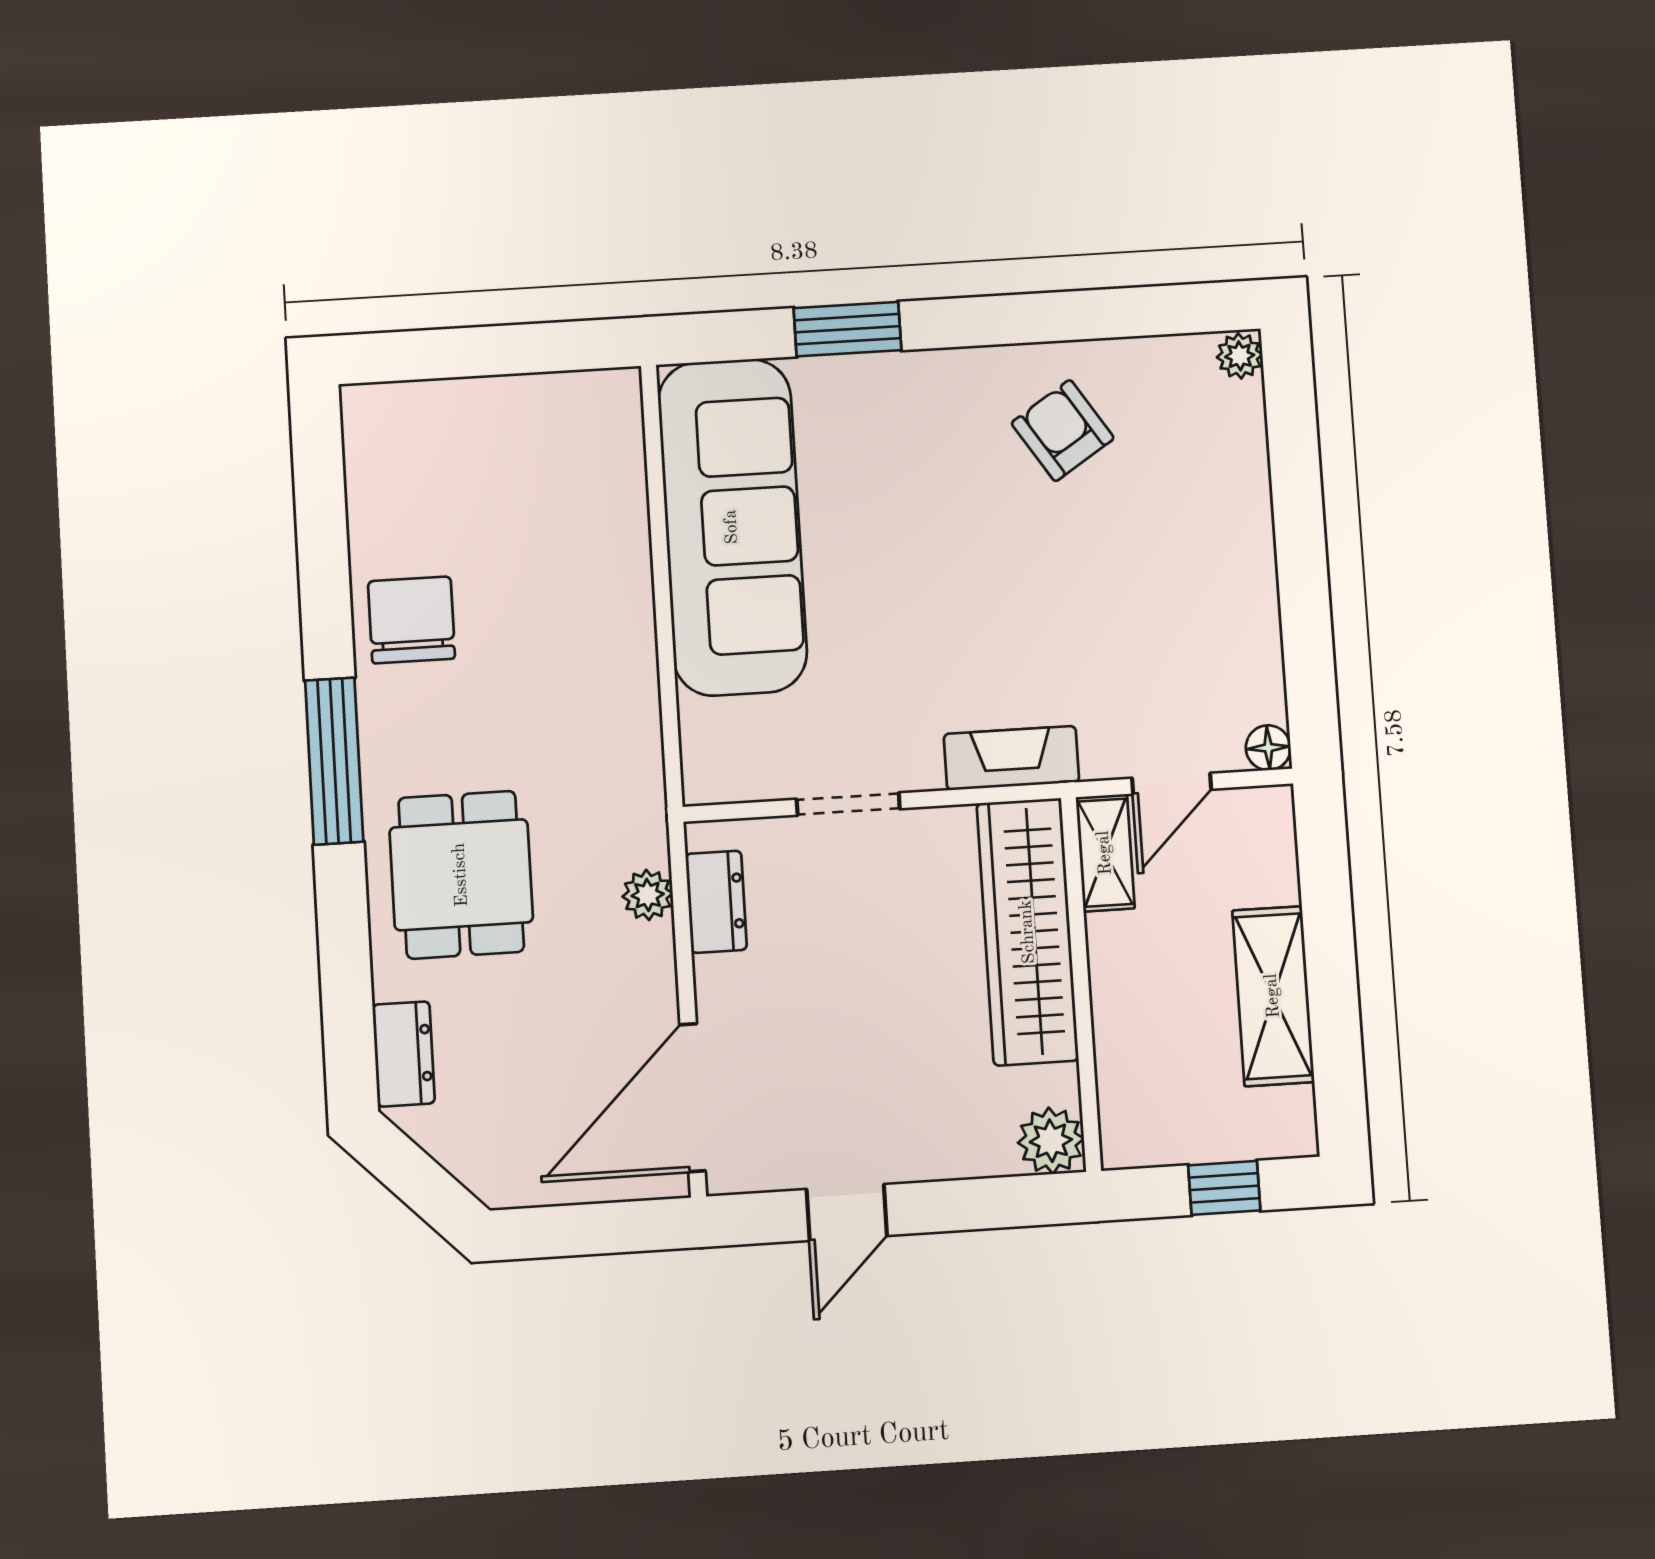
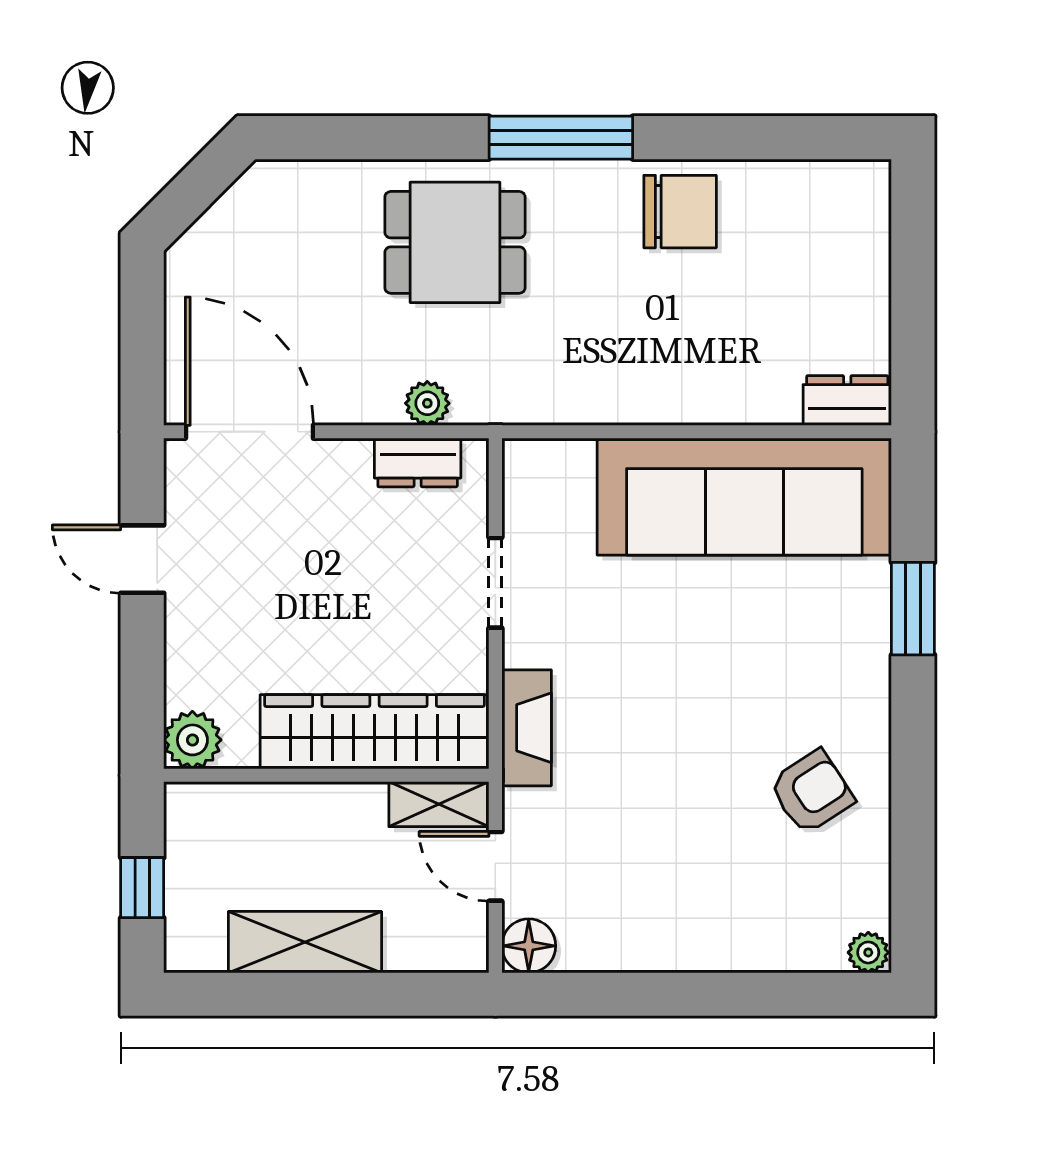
floor lamp: (1268, 748) -> (529, 946), width x1.37, depth x1.37
dresser: (404, 1054) -> (847, 400), moved, turned 180

